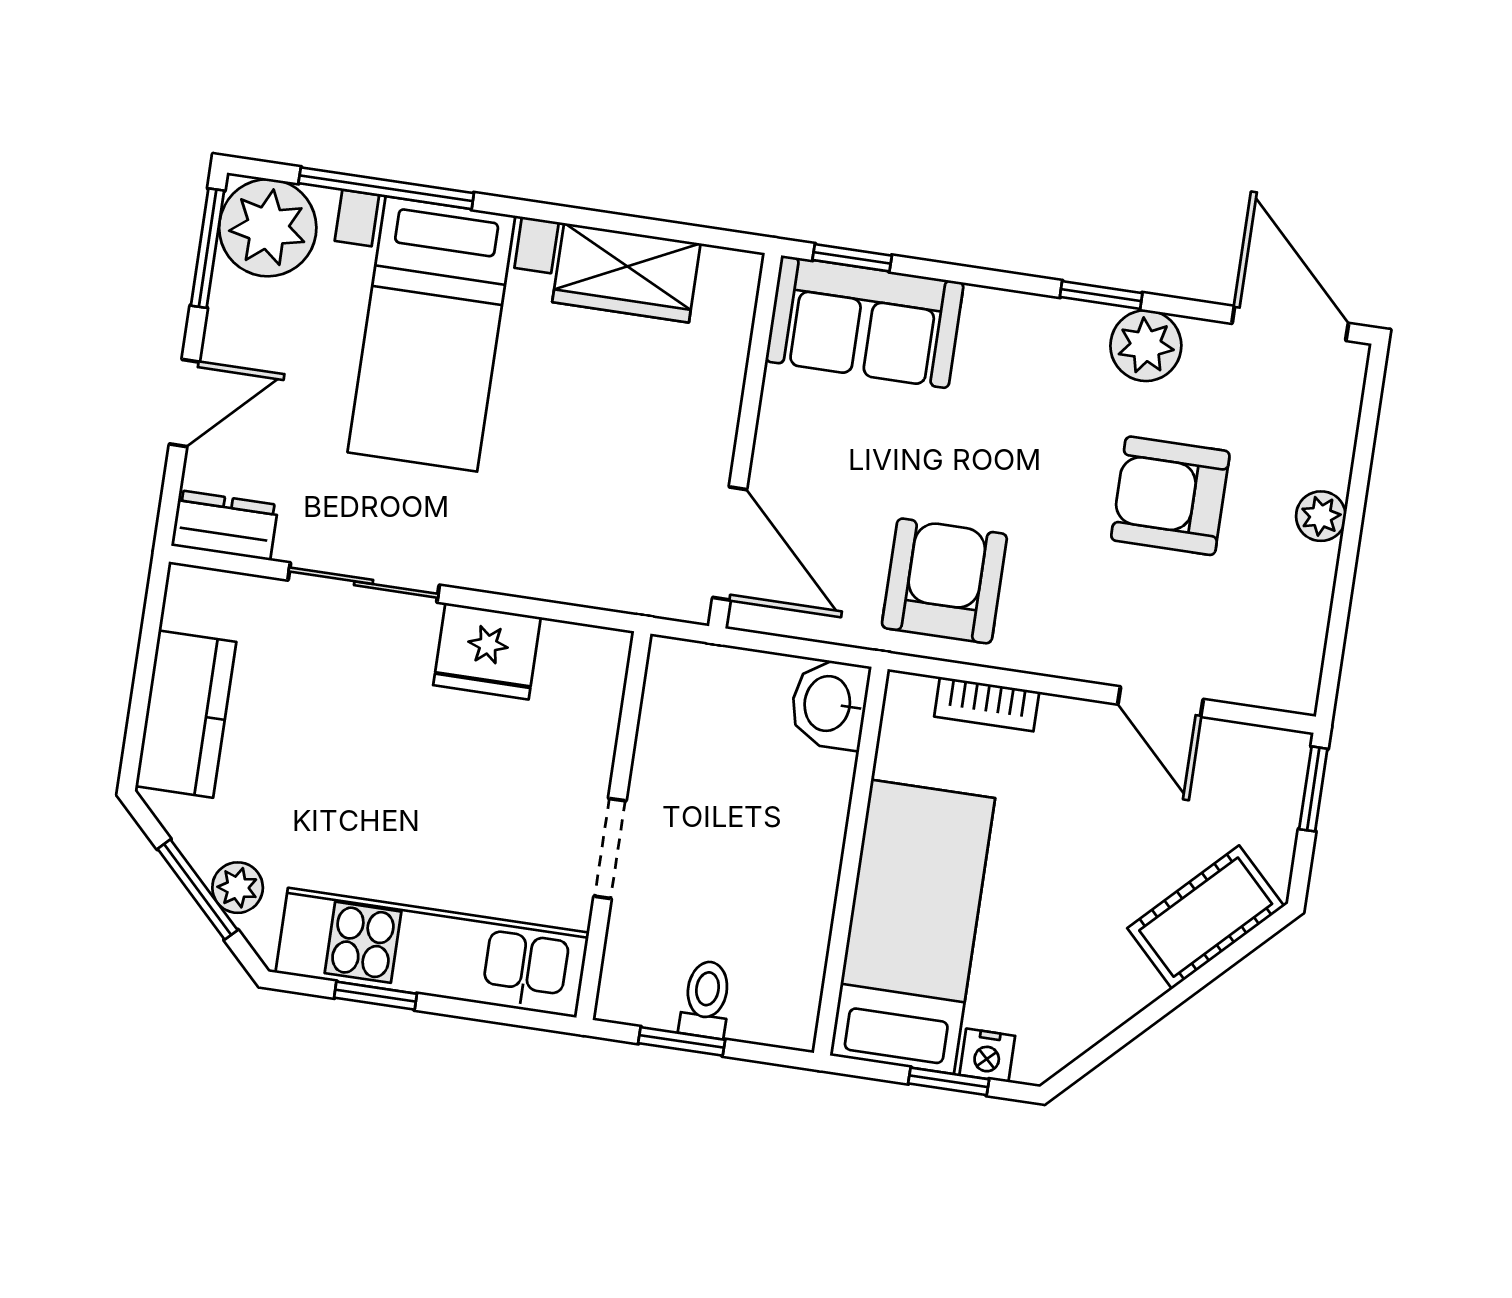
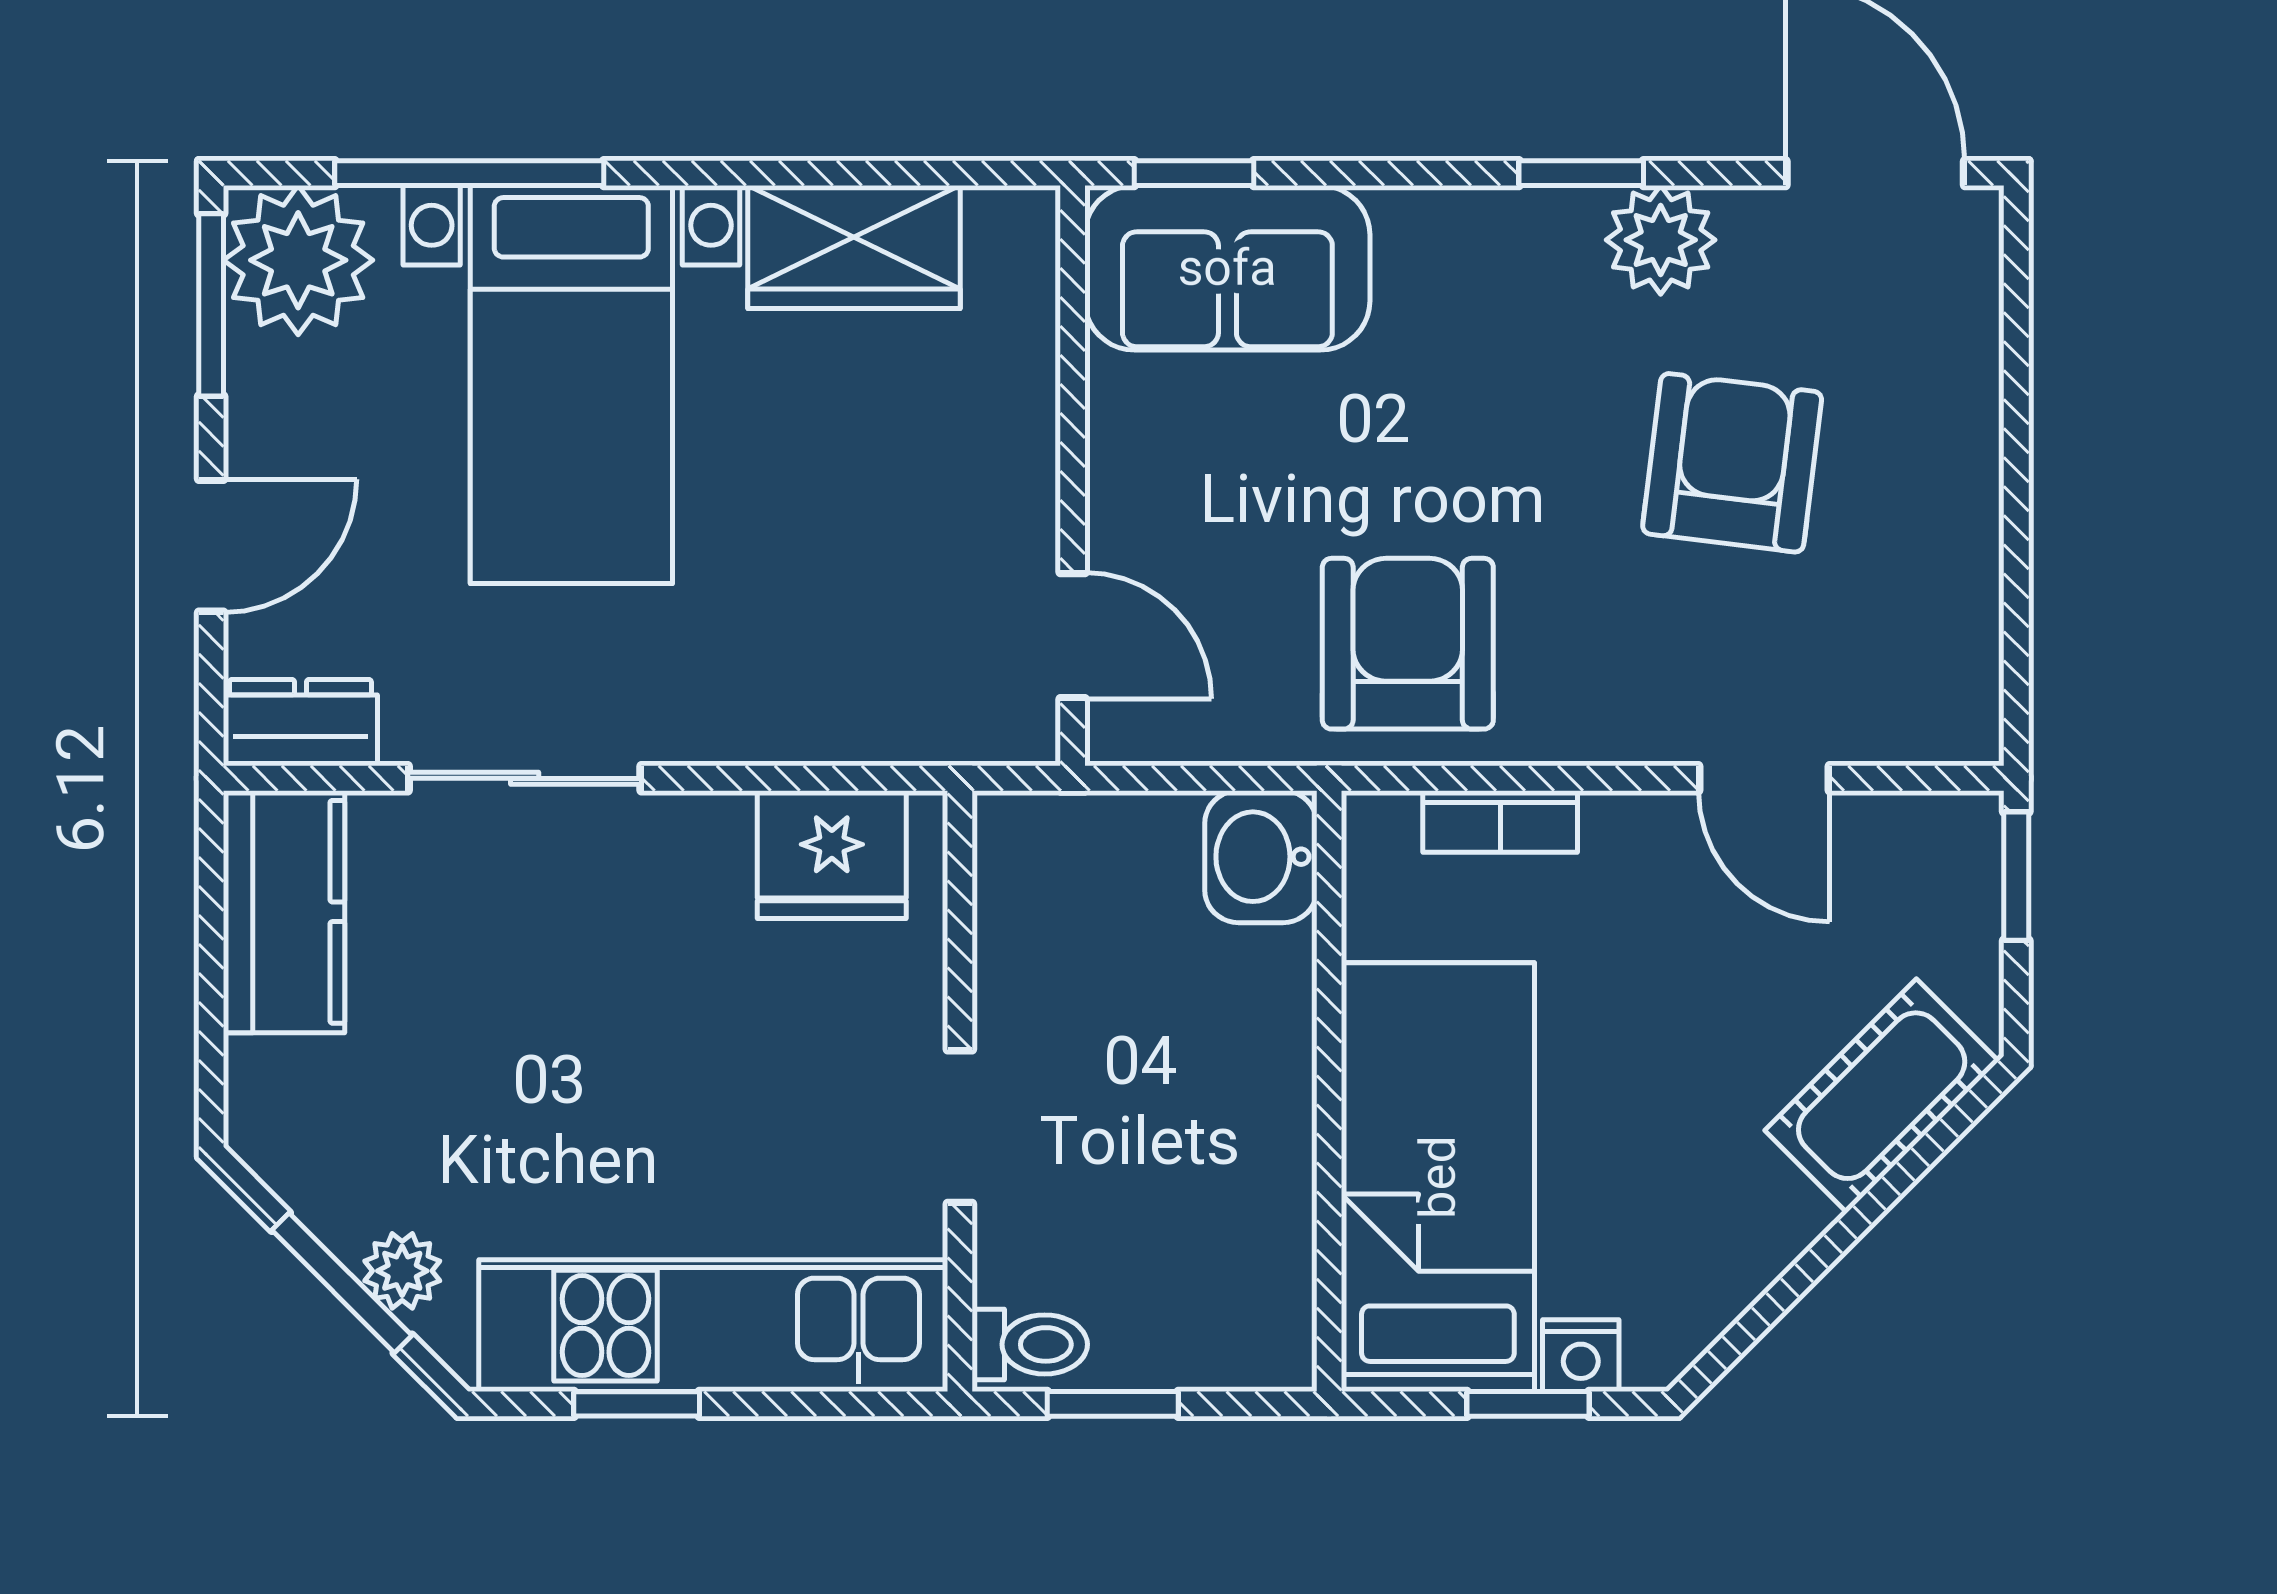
armchair: (1170, 496) -> (1732, 463), turned 97
plant: (1321, 516) -> (1966, 459), removed
door: (730, 544) -> (1073, 636), width x0.73
fridge: (487, 651) -> (832, 855), moved
kitchen counter: (186, 714) -> (284, 912), moved
toilet: (706, 999) -> (1030, 1344), moved, turned 90

